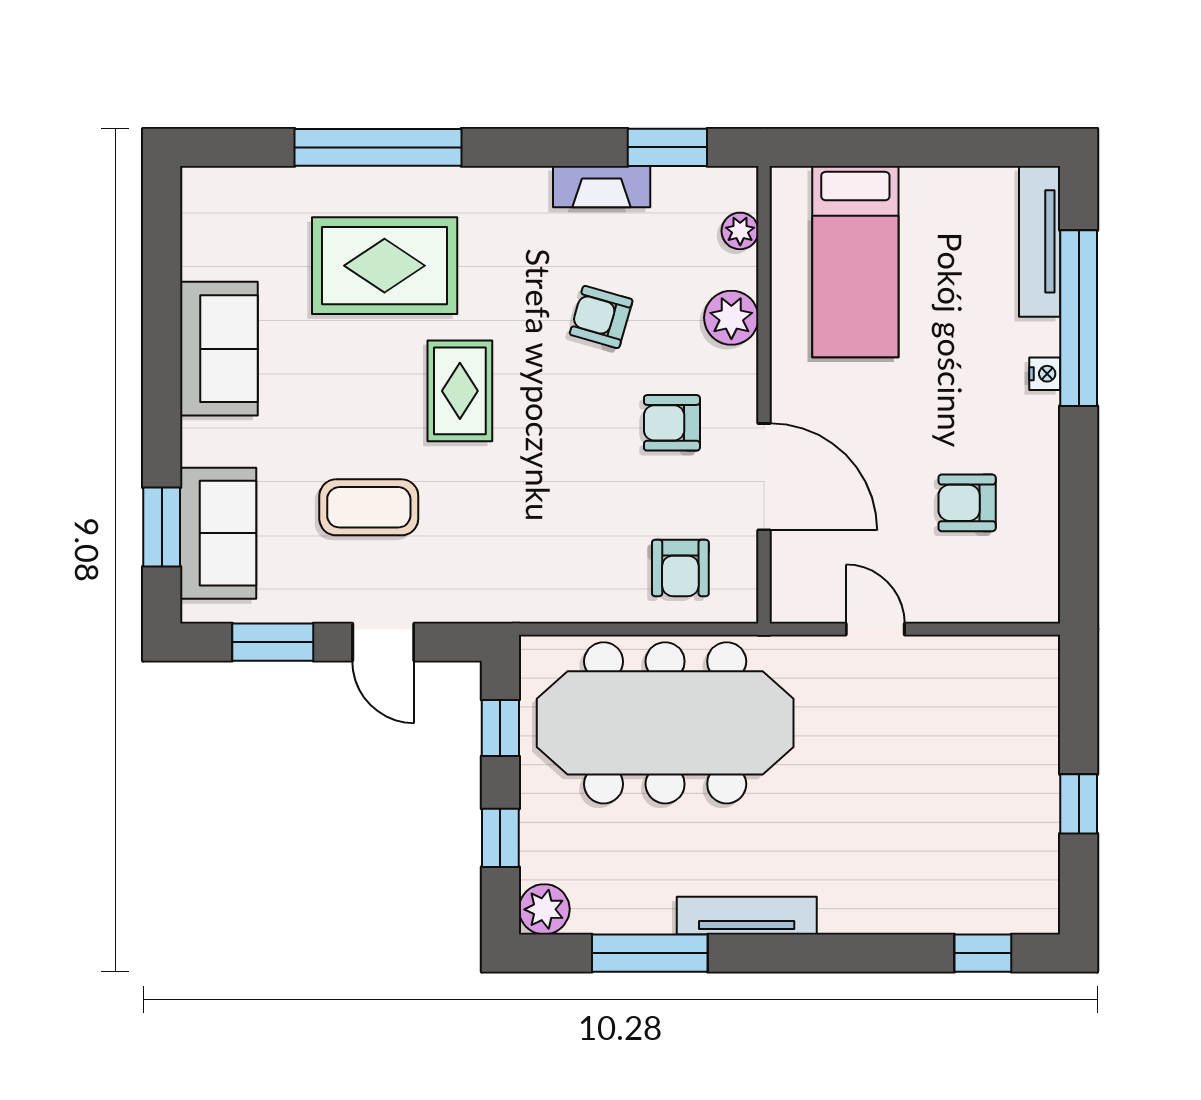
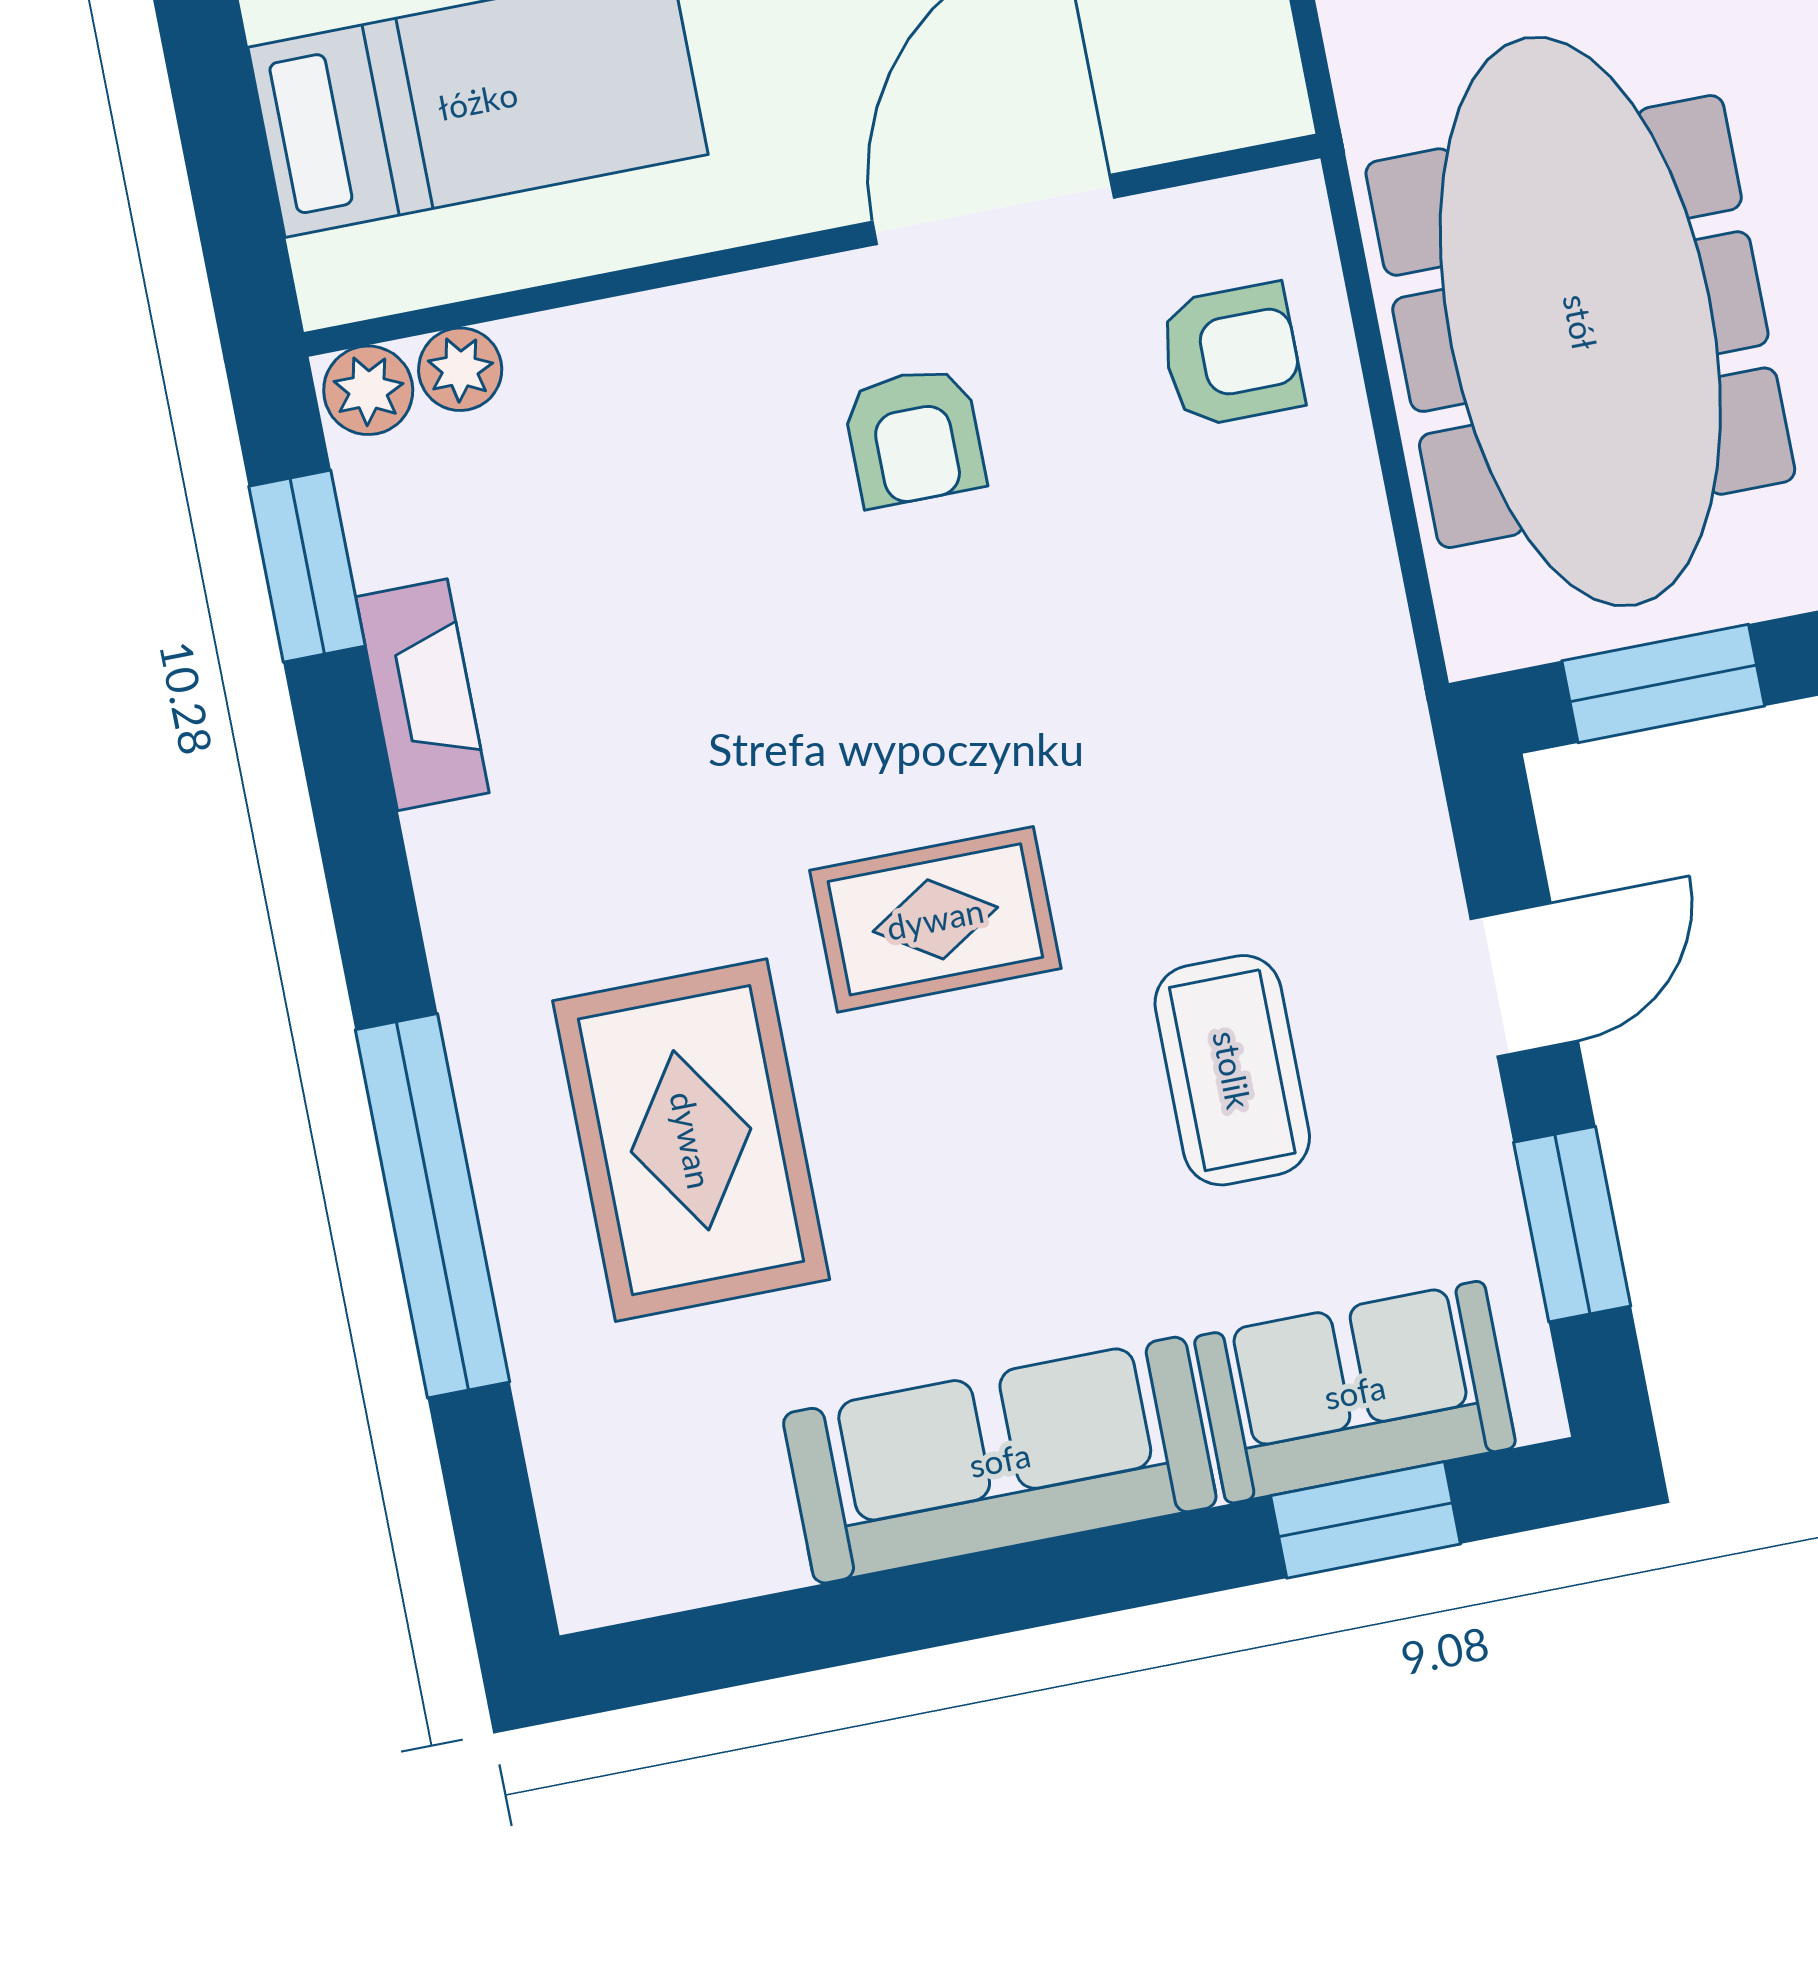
armchair: (601, 317) -> (711, 639), removed
plant: (731, 318) -> (368, 390), moved, width x0.73, depth x0.73
sofa: (219, 349) -> (1000, 1460), width x1.36
window: (500, 728) -> (1663, 683), width x1.50

